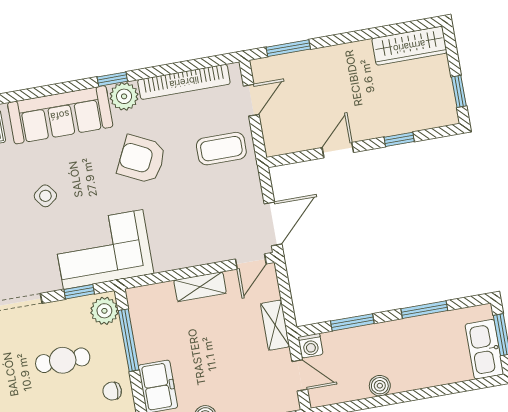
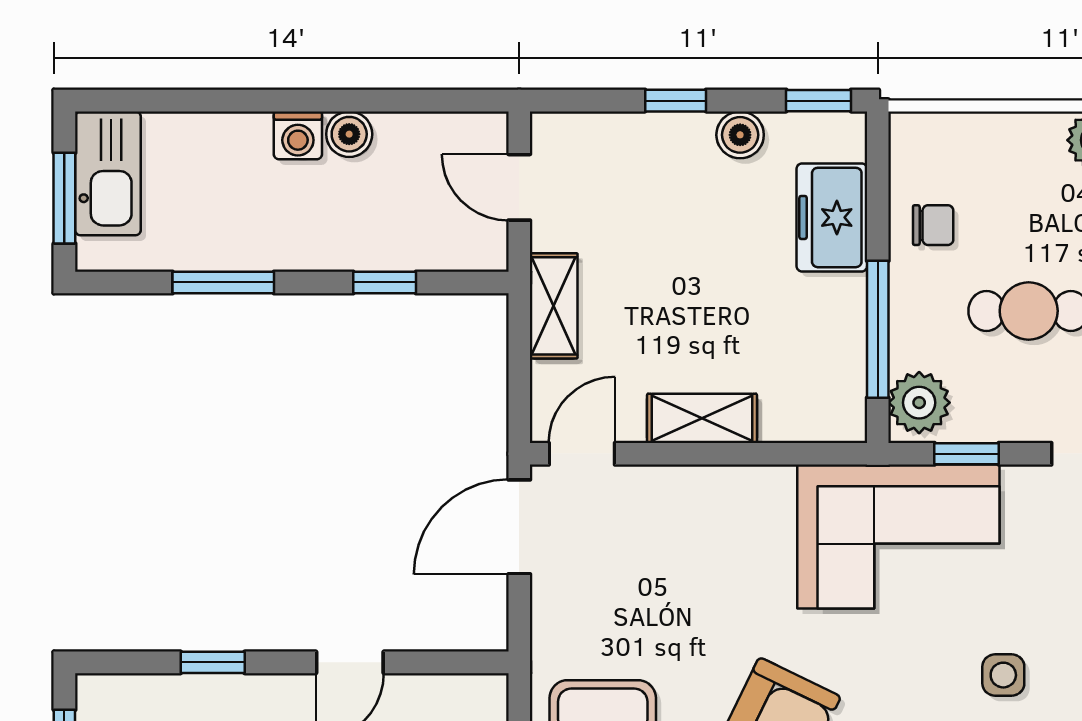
side table: (45, 196) -> (1003, 675), turned 37
window: (352, 322) -> (385, 282), width x0.67
washing machine: (311, 346) -> (298, 135), moved, turned 180

